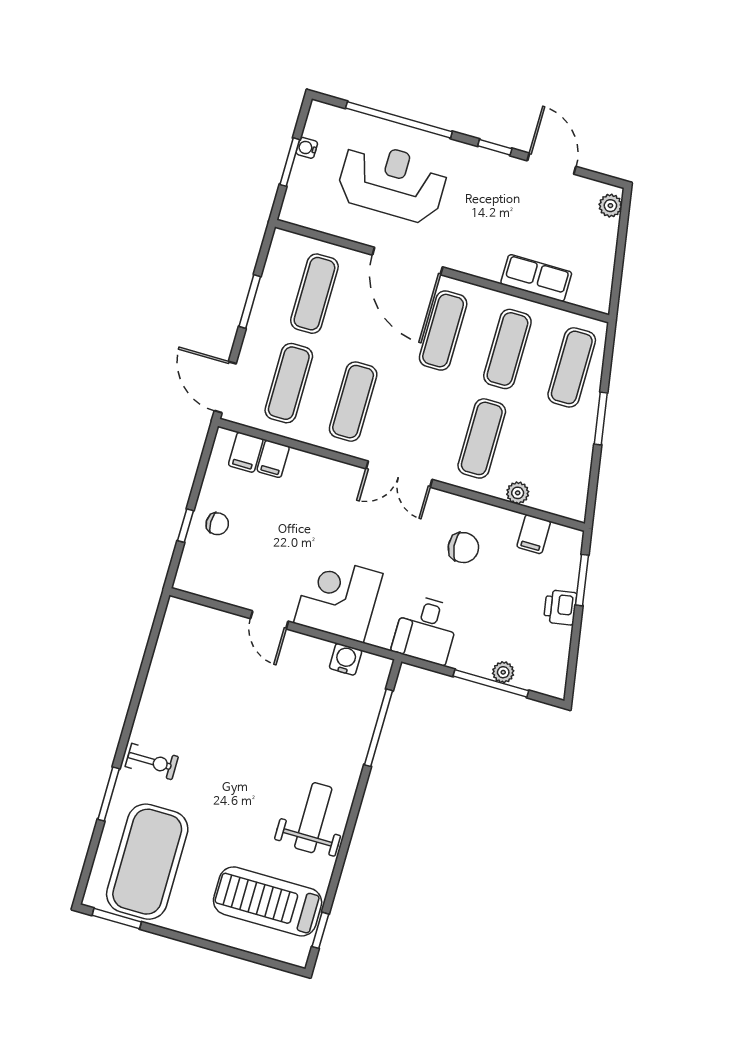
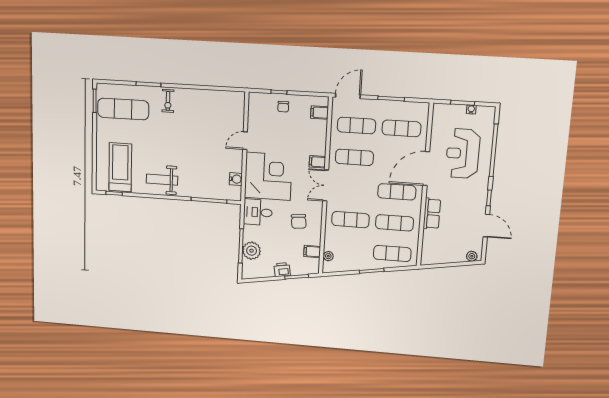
door: (552, 164) -> (486, 226), hinge flipped
reception desk: (392, 182) -> (463, 153), turned 180
row of seats: (536, 278) -> (432, 214), moved
filing cabinet: (273, 459) -> (317, 162), moved
plant: (518, 493) -> (328, 256), moved
corner desk: (338, 598) -> (268, 176), width x1.36, depth x1.36
plant: (503, 672) -> (252, 251), width x1.88, depth x1.88
weight bench: (313, 818) -> (162, 180), turned 180
exercise mat: (147, 862) -> (123, 109), width x0.68

